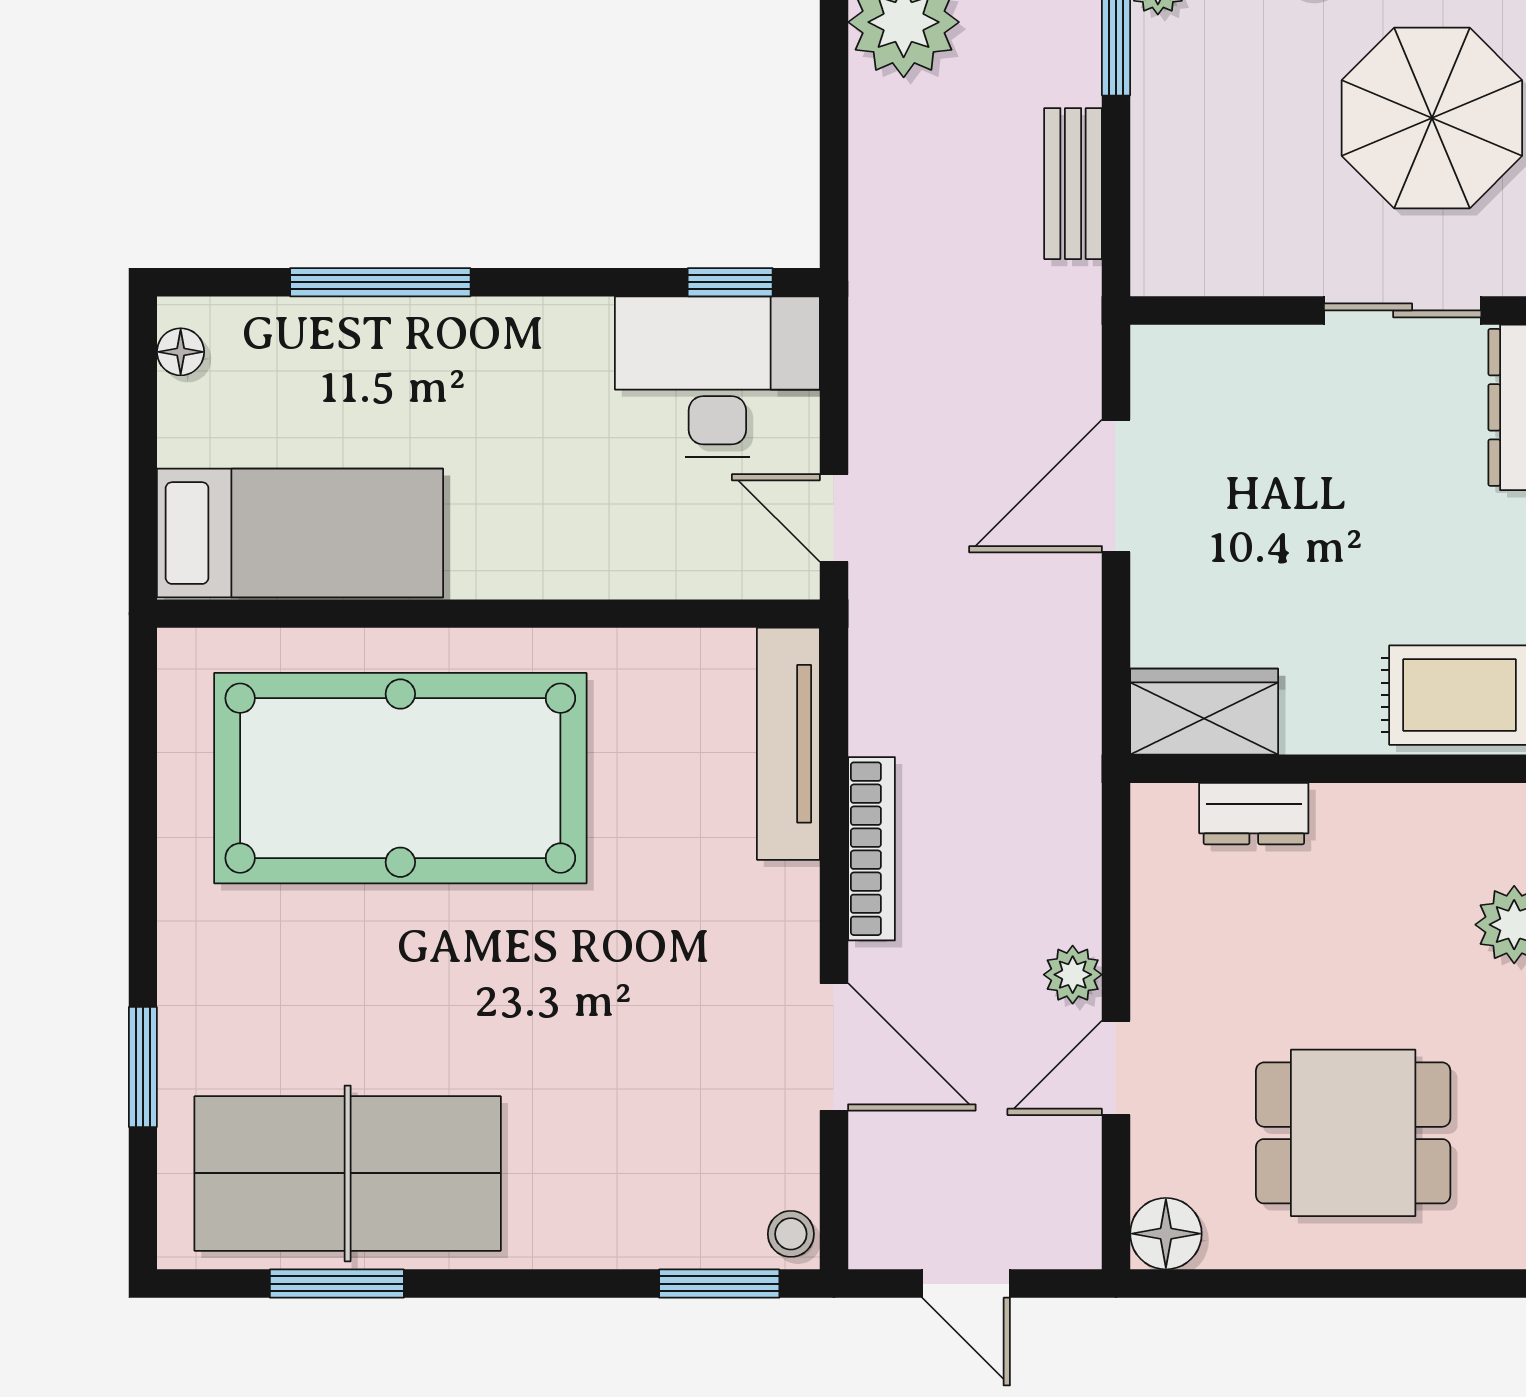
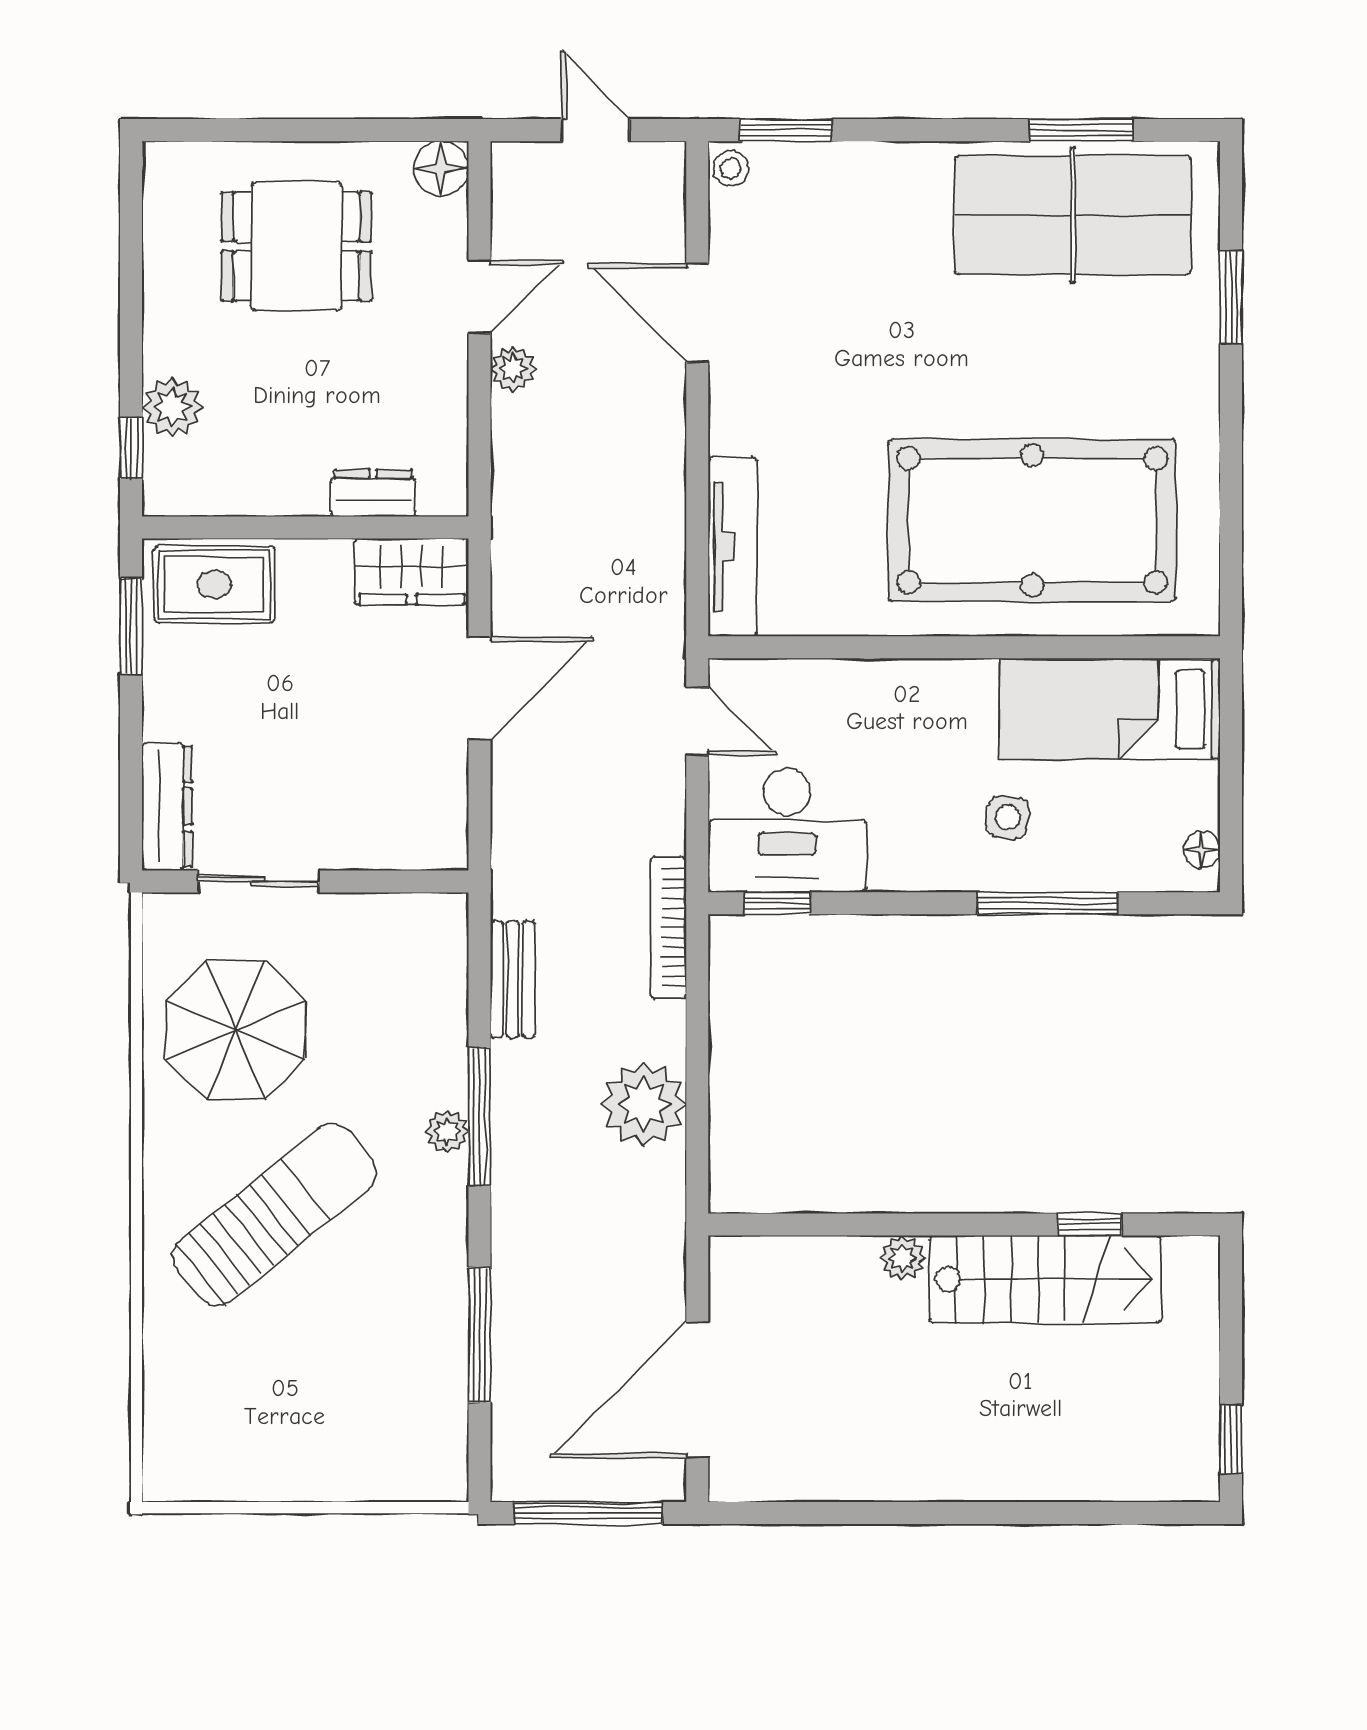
side table: (432, 394) -> (1008, 817), added
door: (1116, 486) -> (480, 688), moved
bookcase: (872, 849) -> (668, 928), moved

